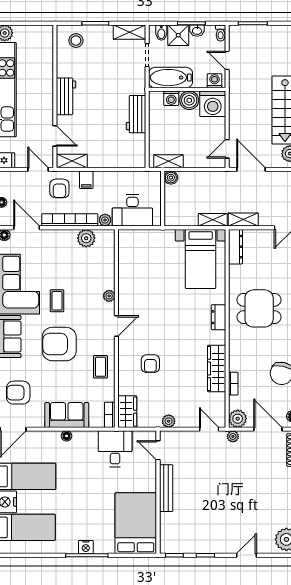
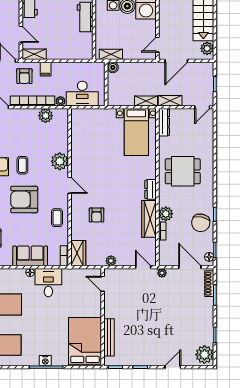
door: (251, 169) -> (176, 61), swing flipped
plant: (109, 296) -> (60, 161), width x1.87, depth x1.87
dresser: (219, 317) -> (151, 189), moved
door: (116, 326) -> (70, 185), hinge flipped
plant: (238, 419) -> (166, 214), moved
desk: (115, 449) -> (48, 283), moved
bench: (166, 488) -> (109, 337), moved

